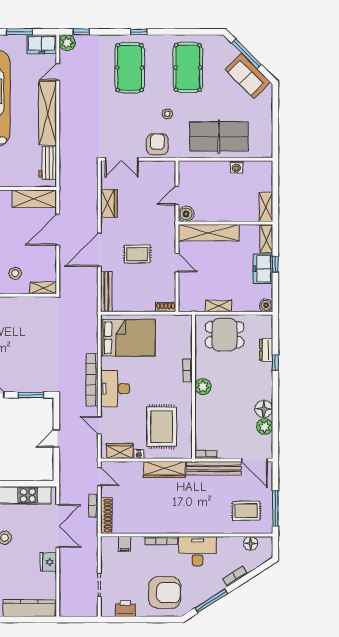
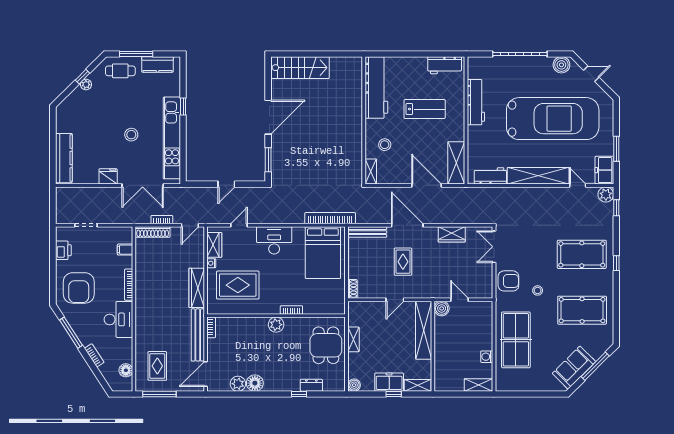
shelving: (266, 207) -> (478, 385), moved
bookcase: (92, 380) -> (330, 218), moved
door: (56, 439) -> (226, 184), swing flipped

